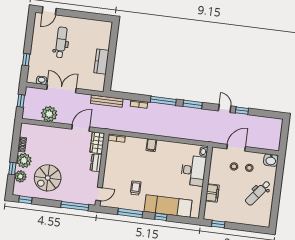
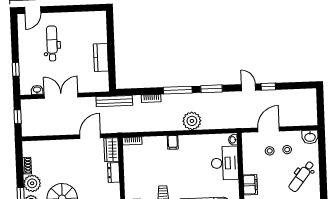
plant: (49, 114) -> (192, 121), moved

